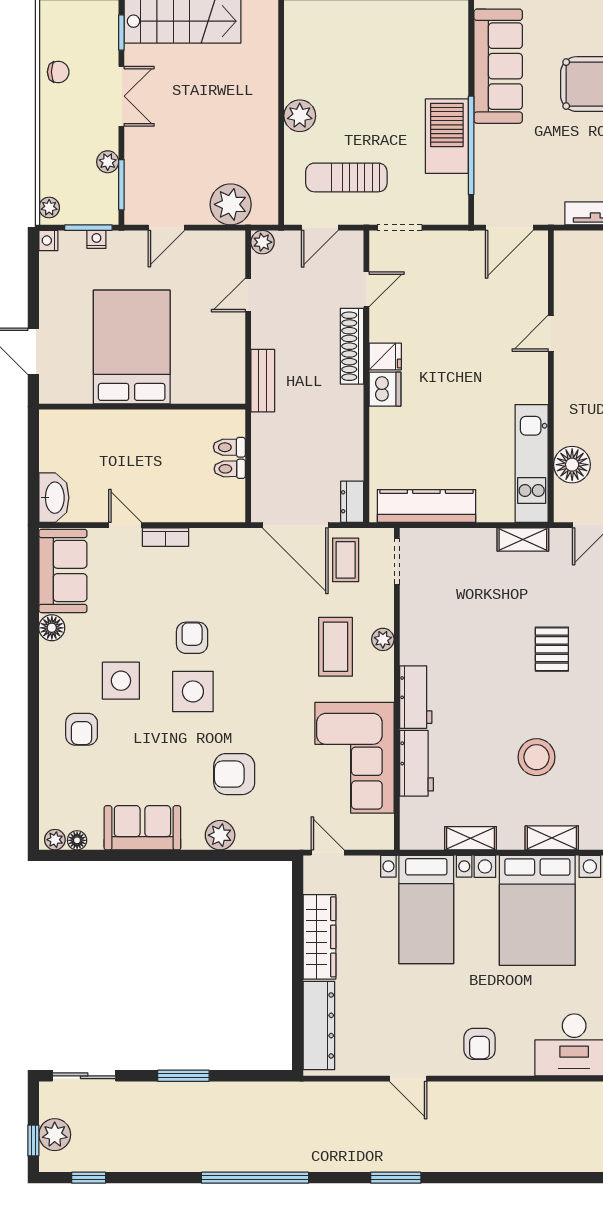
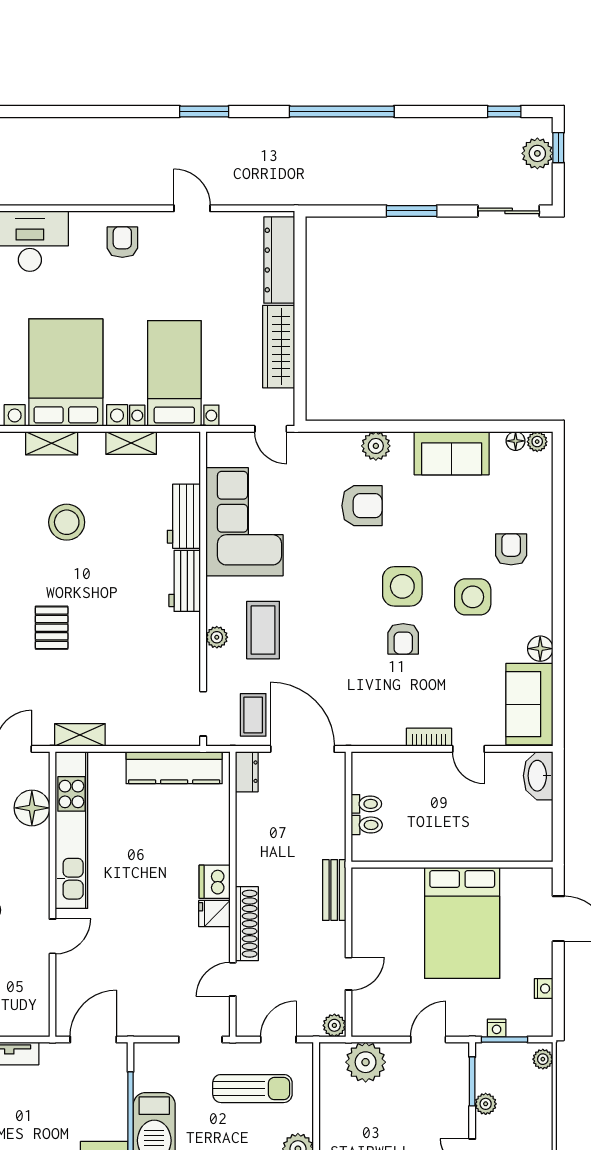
nightstand: (48, 241) -> (544, 989), moved
kitchen unit: (532, 463) -> (71, 830), width x1.36

